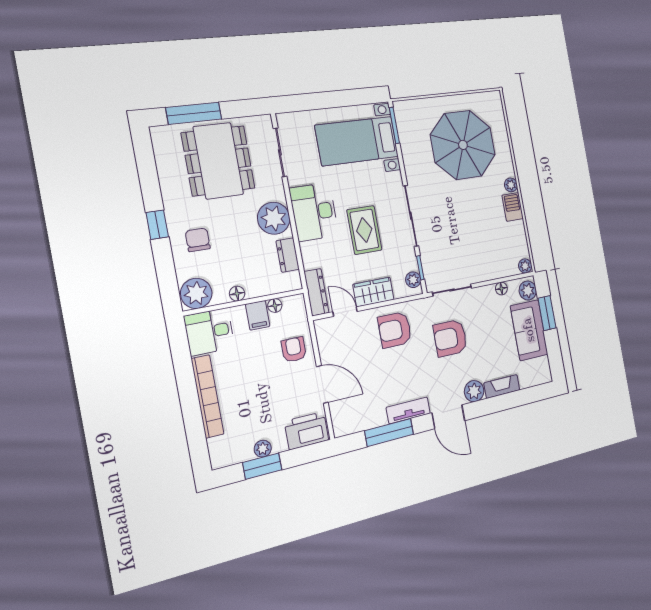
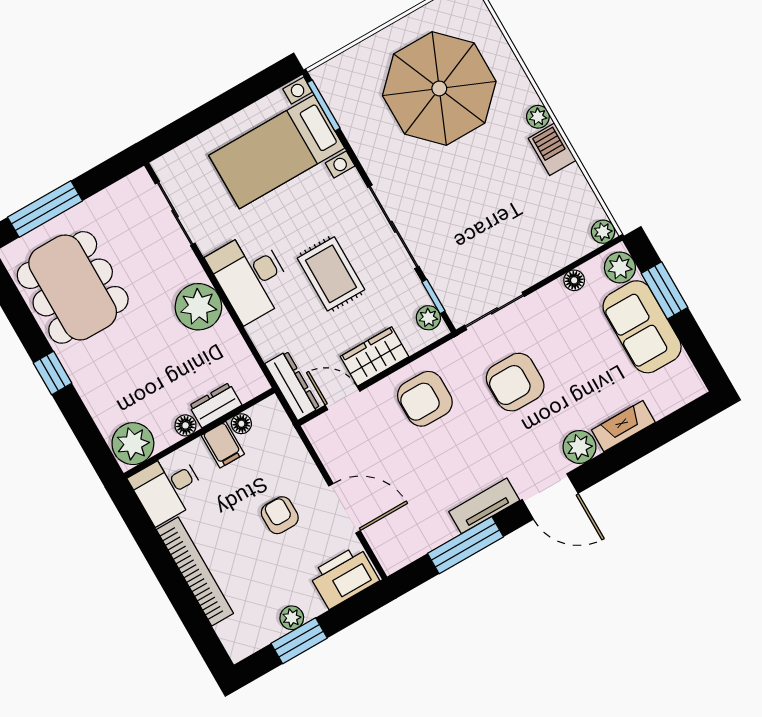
dining table: (218, 161) -> (73, 287), moved
chair: (198, 240) -> (110, 373), removed
dresser: (288, 255) -> (215, 405), moved, turned 90
armchair: (294, 350) -> (280, 515), moved

